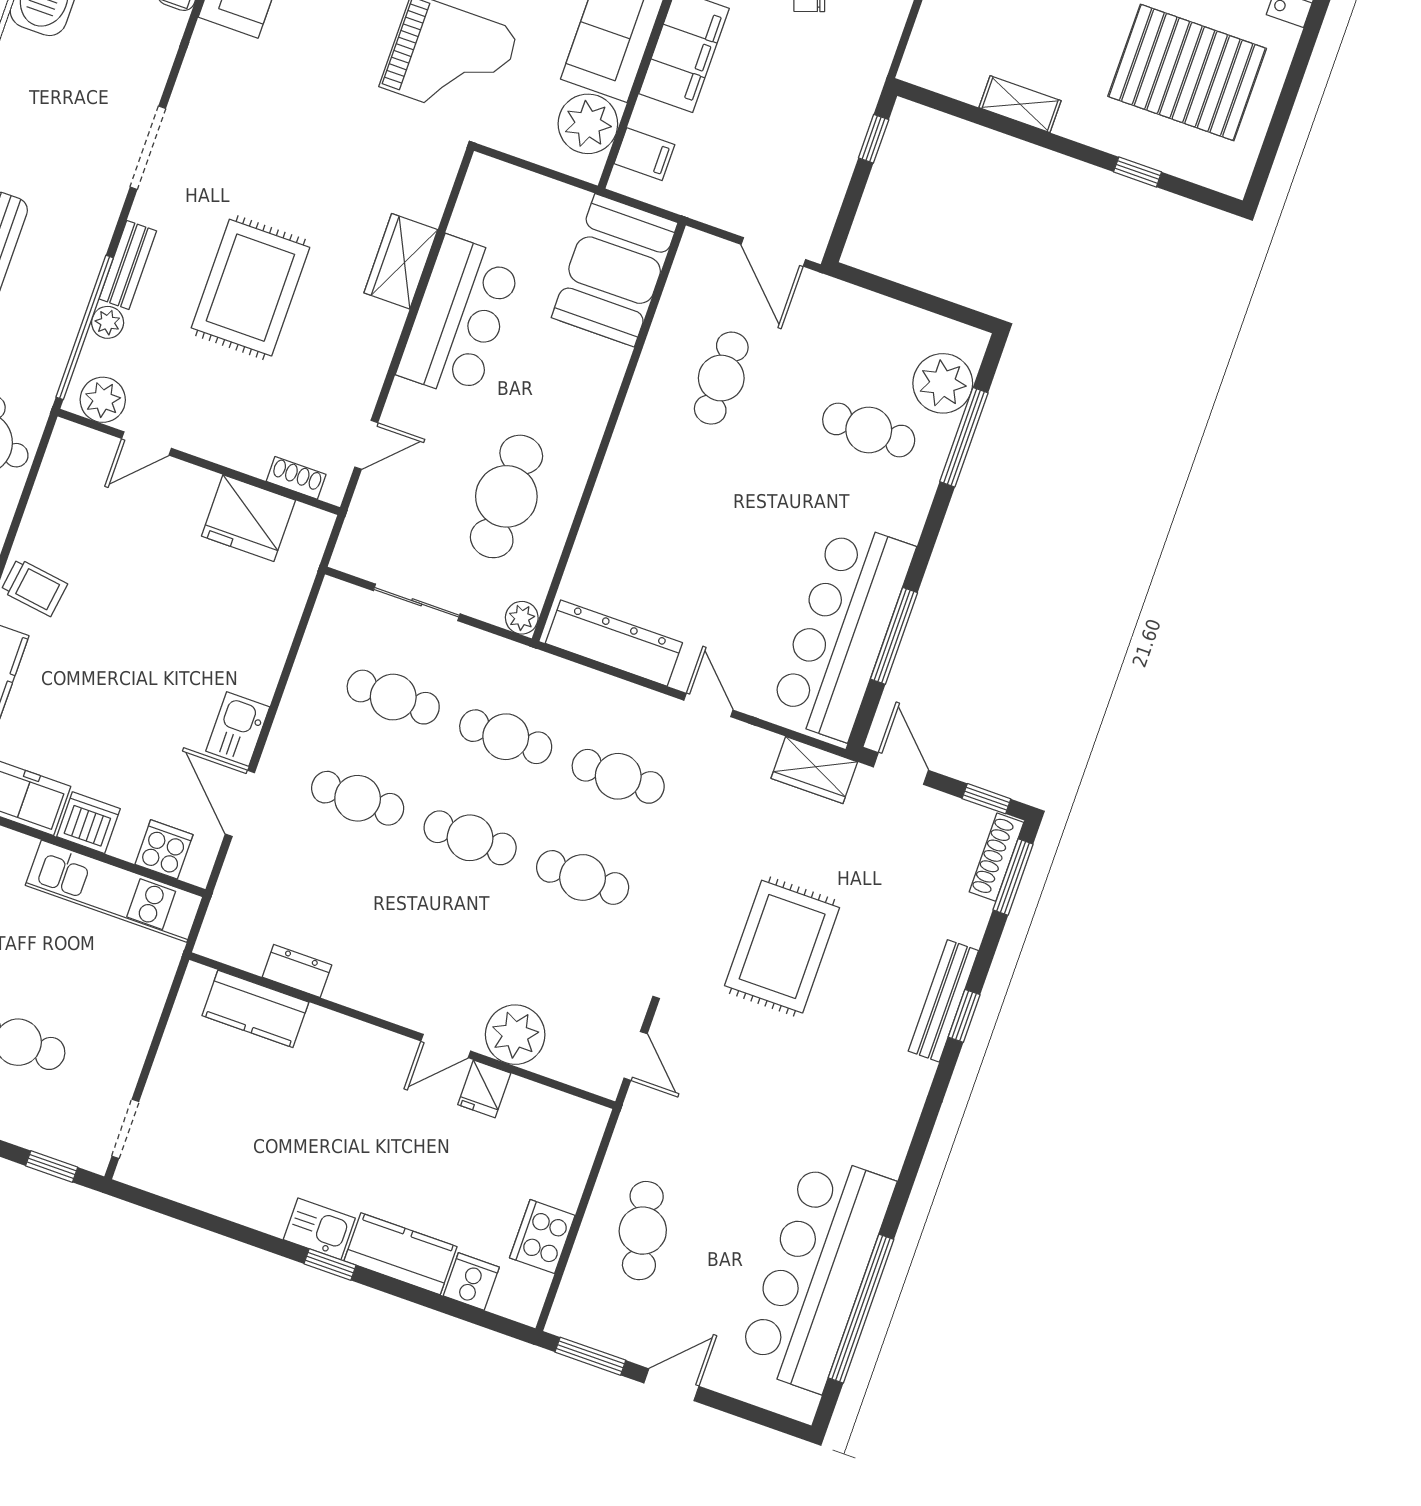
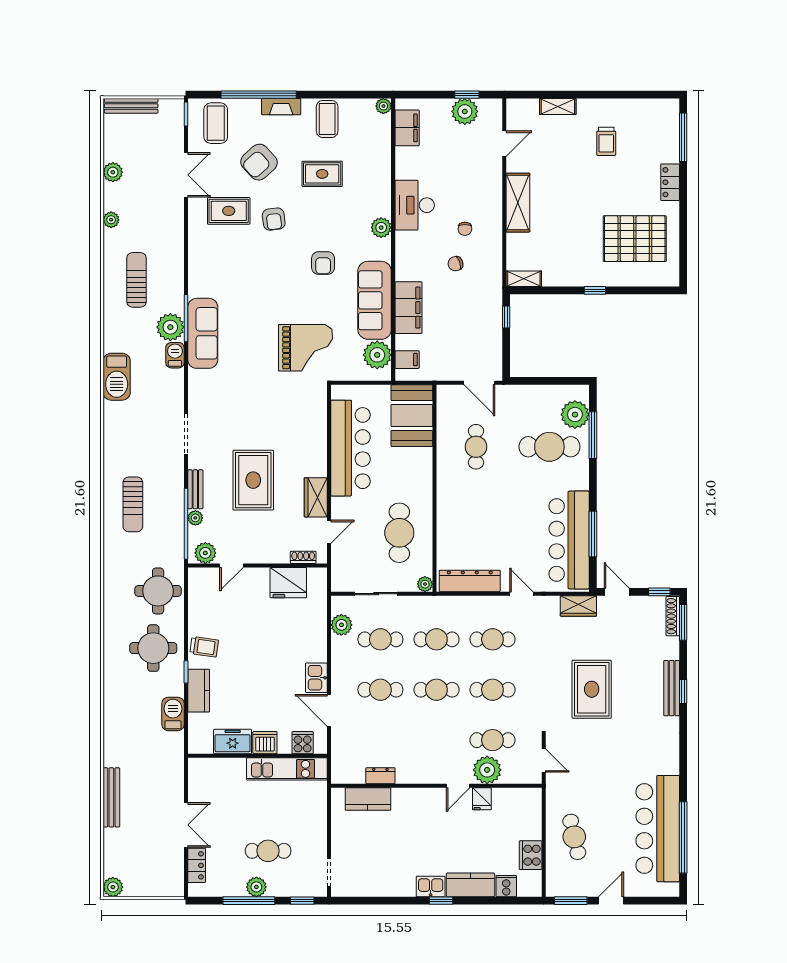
shelving: (1020, 104) -> (524, 279), moved
window: (1138, 172) -> (595, 290), moved
wardrobe: (401, 261) -> (316, 497), moved
bar counter: (459, 318) -> (351, 448), width x1.36
cafe table: (869, 430) -> (549, 447), width x1.37, depth x1.35
plant: (325, 640) -> (341, 625), added
cafe table: (547, 979) -> (492, 740), added

